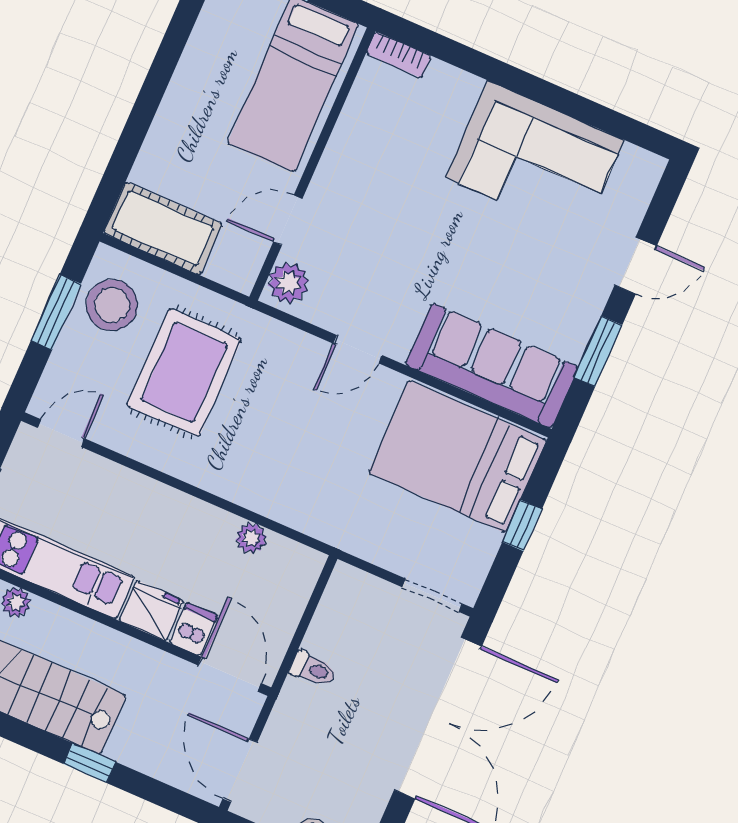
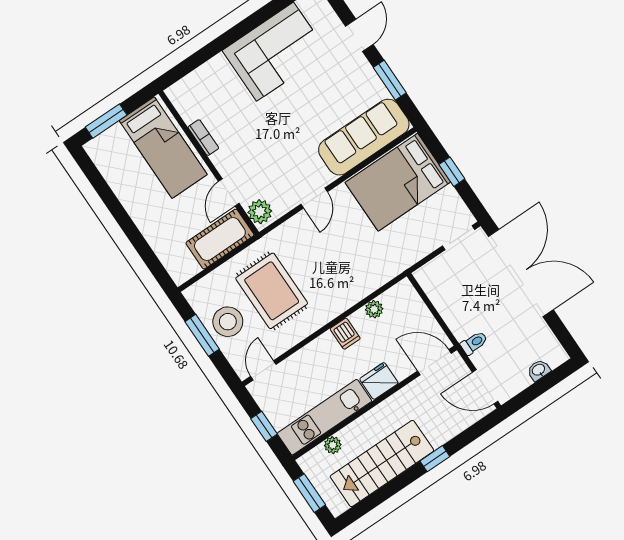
bookcase: (398, 55) -> (203, 138), moved, turned -90
cot: (163, 228) -> (220, 239), moved
stool: (112, 305) -> (228, 322), moved
dishwasher: (194, 629) -> (345, 334), moved, turned 180
toilet: (313, 669) -> (474, 343), moved

